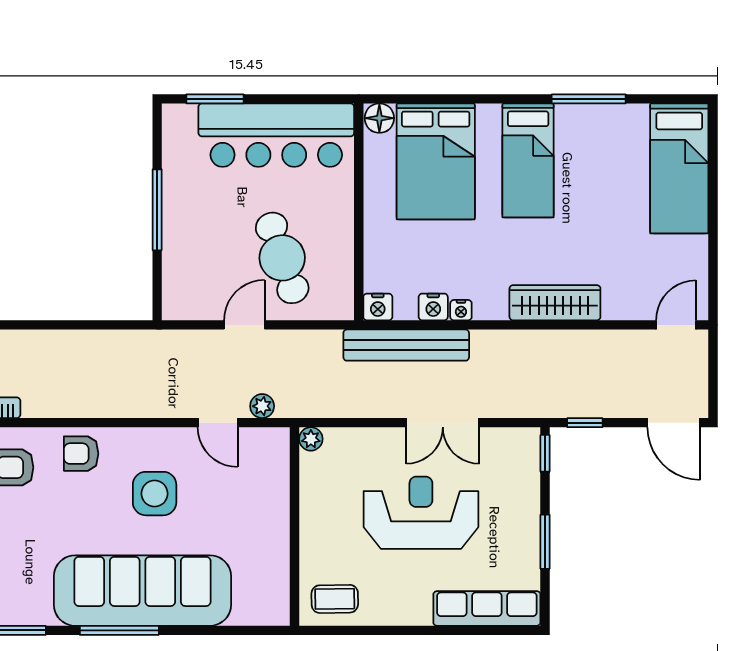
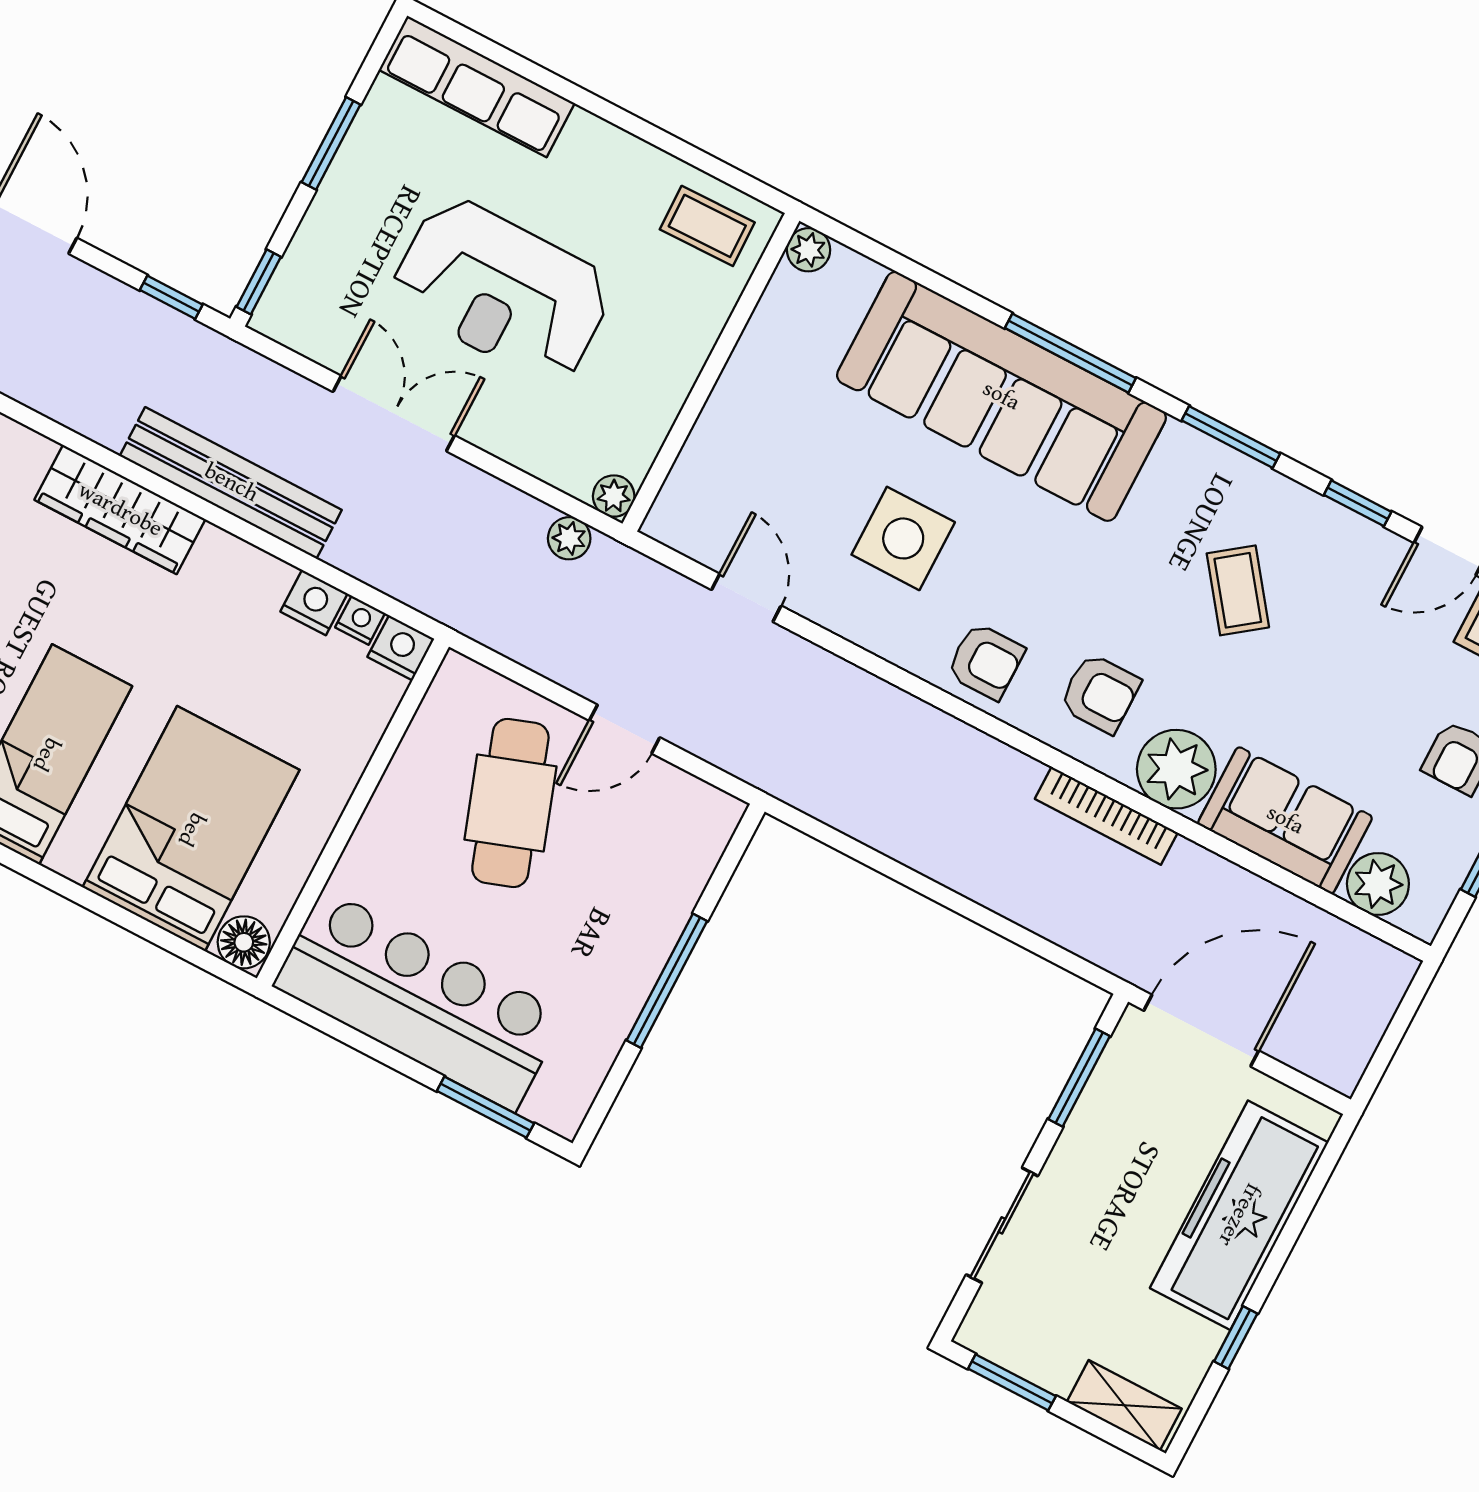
nightstand: (461, 310) -> (360, 620), moved
bench: (406, 345) -> (231, 483), moved
plant: (262, 406) -> (569, 538), moved
plant: (278, 614) -> (809, 250), added

